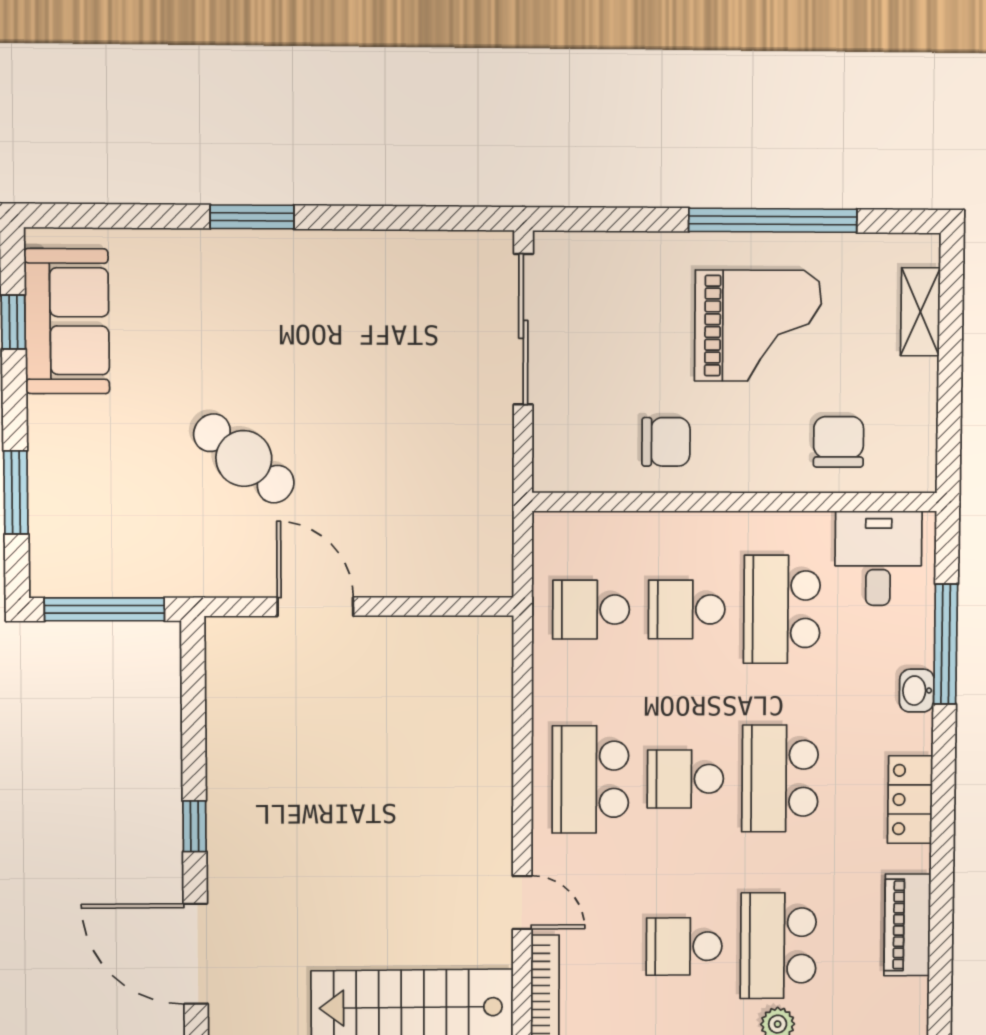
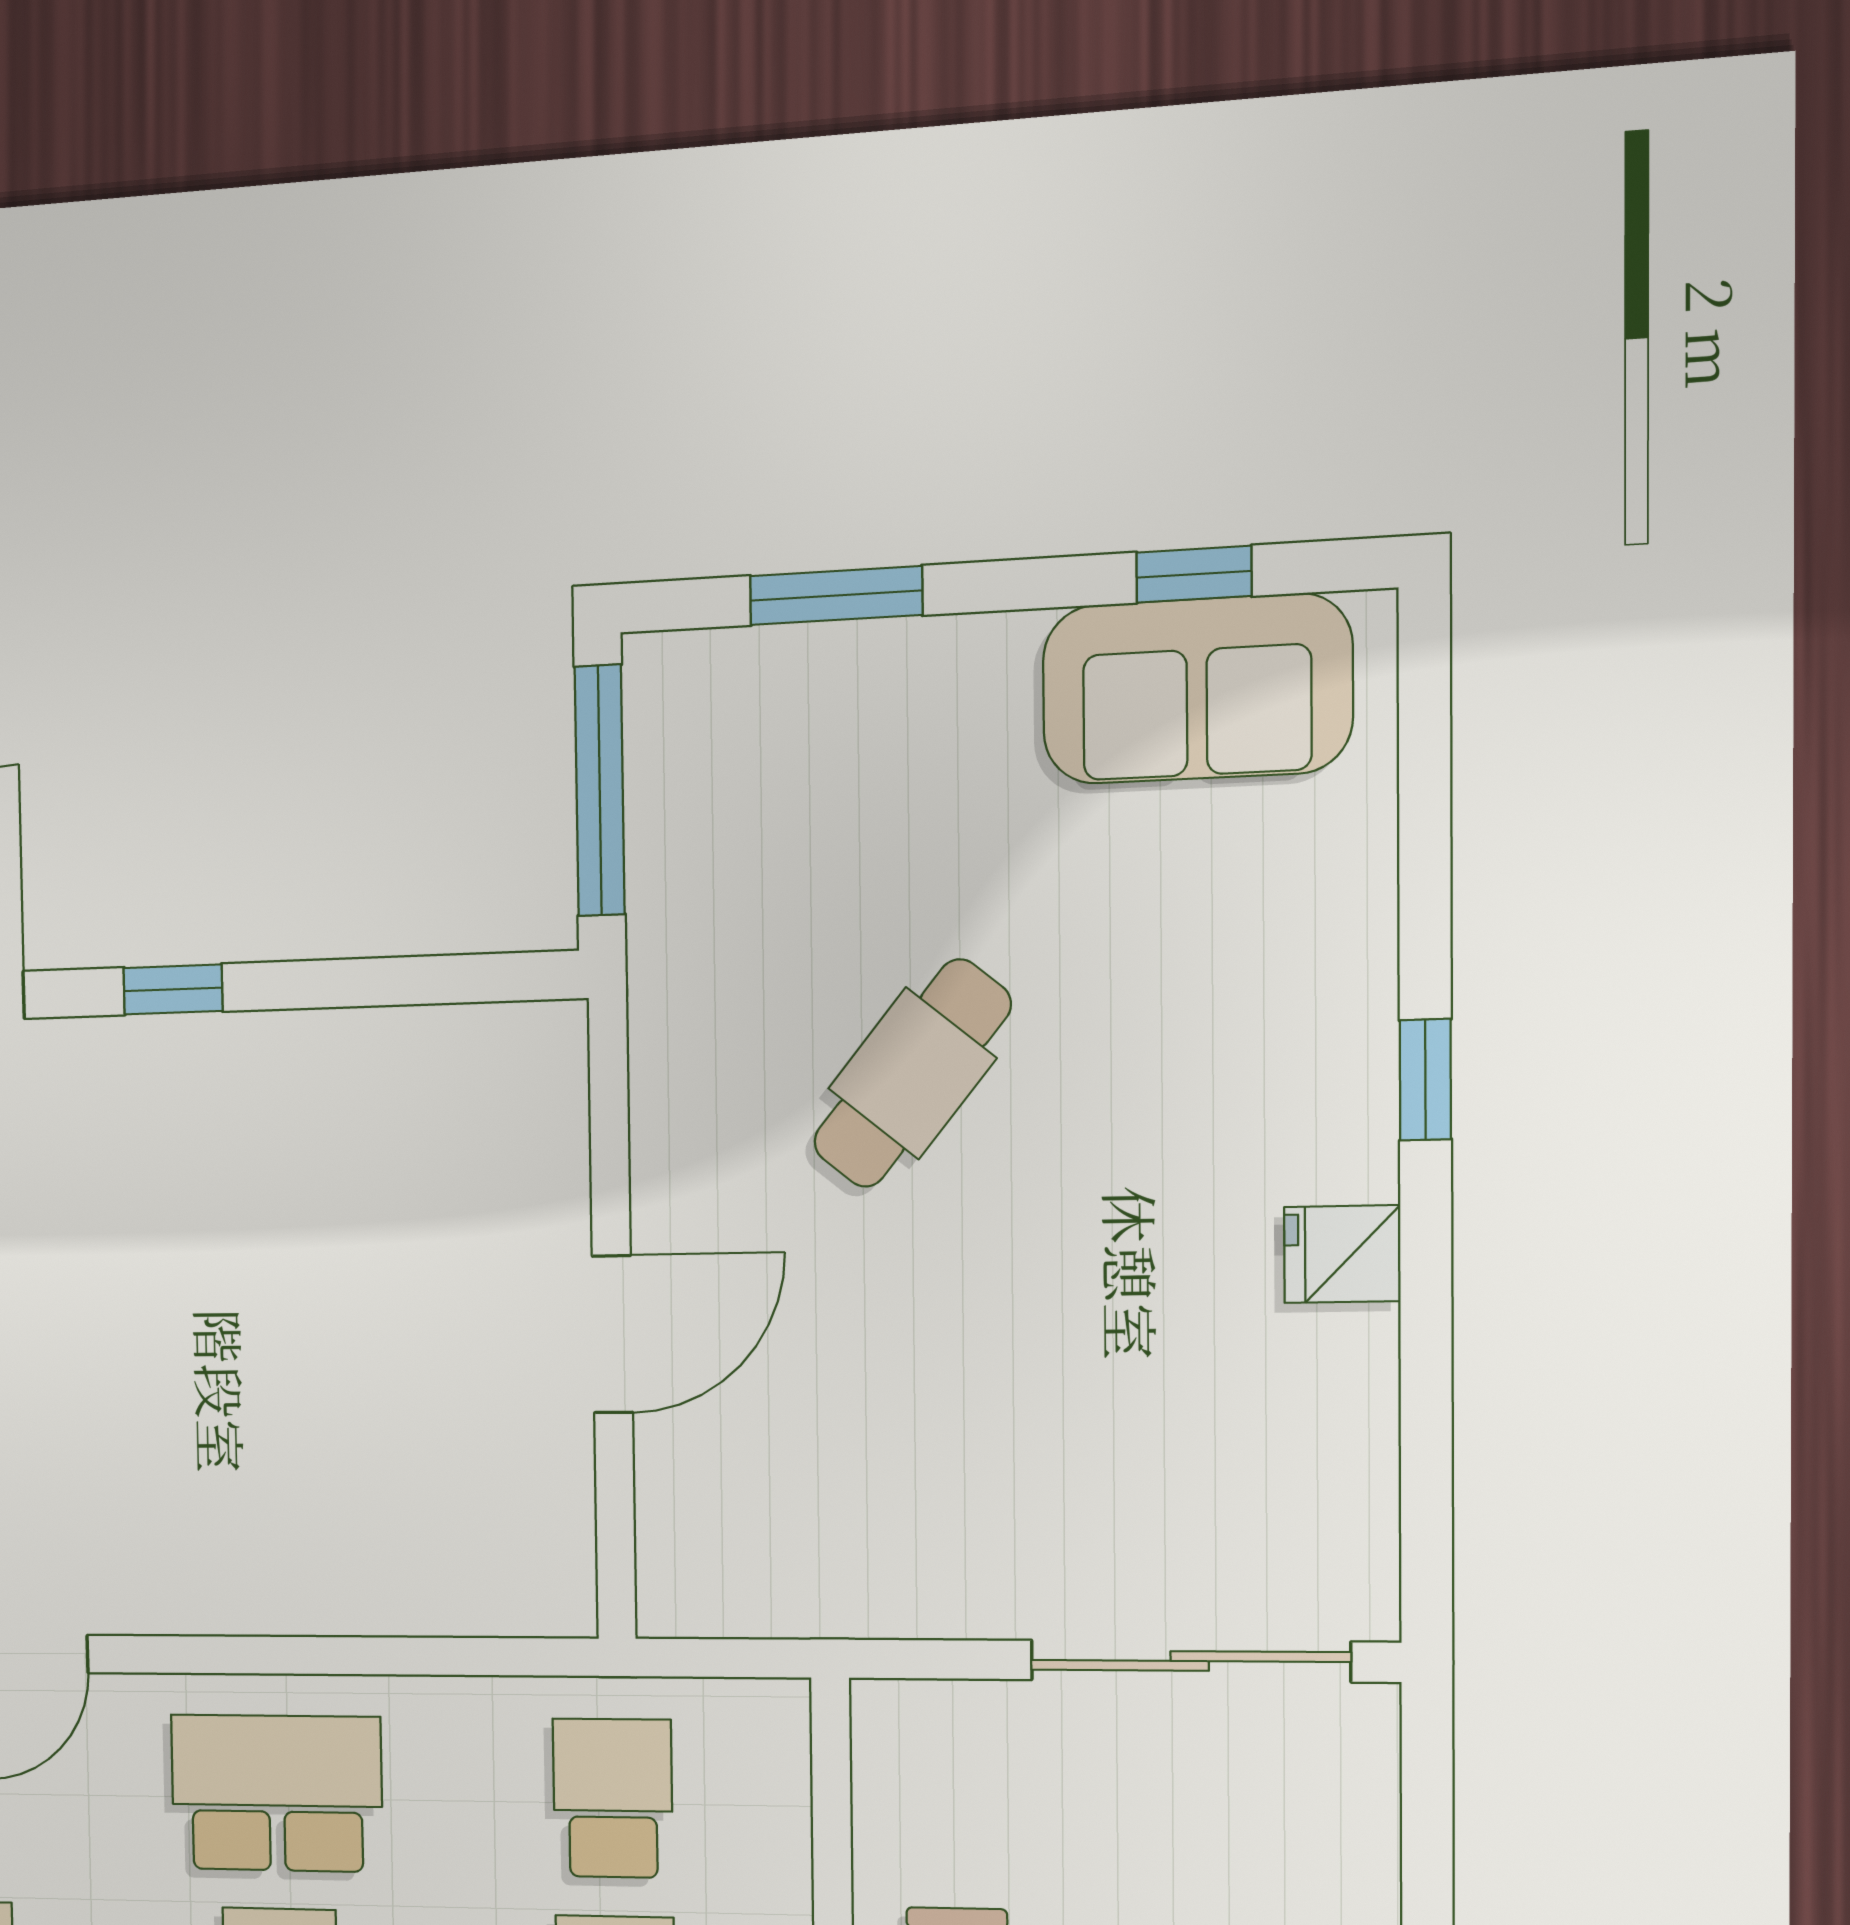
window: (252, 217) -> (1425, 1080), width x0.67
fridge: (333, 256) -> (1342, 1254), added
door: (315, 607) -> (612, 1334), moved

